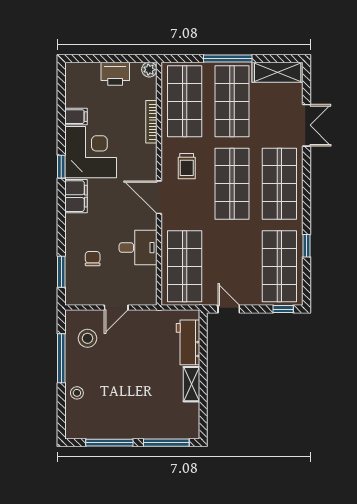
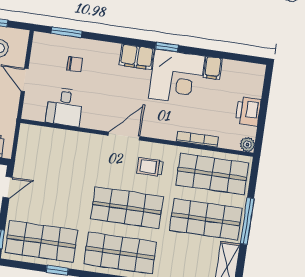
desk: (138, 248) -> (65, 107), moved
shop shelf: (185, 266) -> (55, 151), removed

